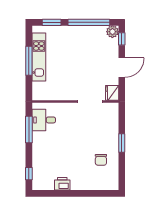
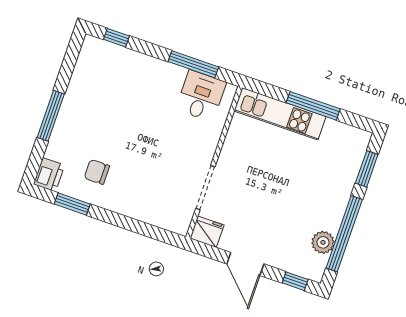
plant: (112, 32) -> (323, 242), moved
kitchen unit: (39, 57) -> (280, 114), moved
window: (122, 143) -> (72, 204), moved
printer: (62, 184) -> (49, 175), moved
window: (80, 193) -> (51, 116), added

